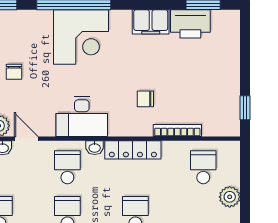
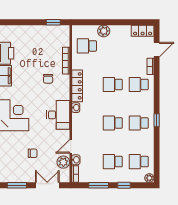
school desk: (67, 167) -> (87, 123), removed

